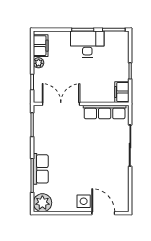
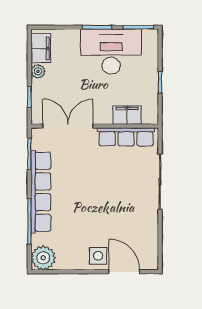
desk: (87, 44) -> (111, 52), width x1.36, depth x1.30
filing cabinet: (122, 92) -> (127, 115), moved, turned 90
row of seats: (41, 169) -> (41, 192), width x2.02

